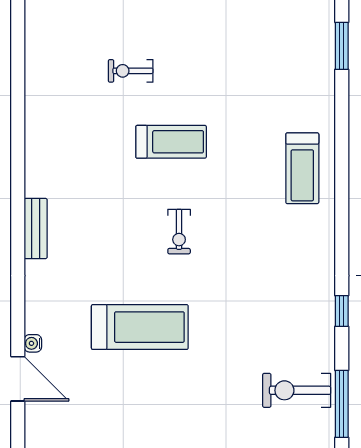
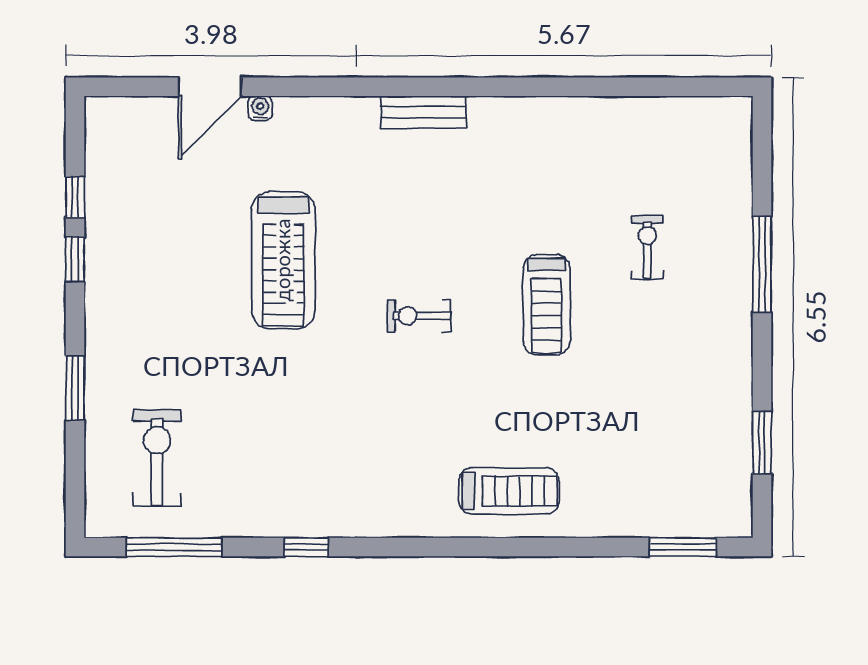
treadmill: (302, 168) -> (509, 491), turned 180
exercise bike: (297, 390) -> (157, 458), moved

